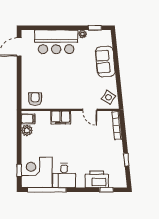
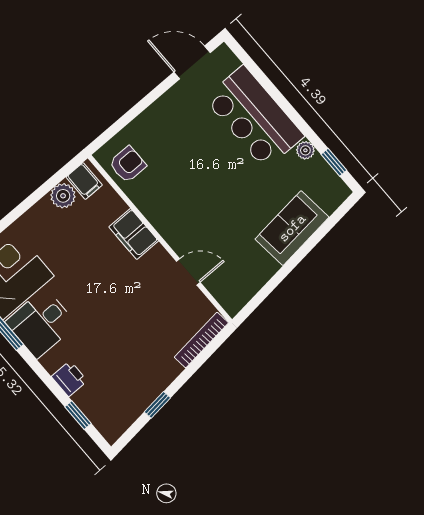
side table: (108, 97) -> (236, 285), removed
door: (90, 110) -> (188, 272), swing flipped
printer: (97, 179) -> (69, 379), width x0.53, depth x0.68

